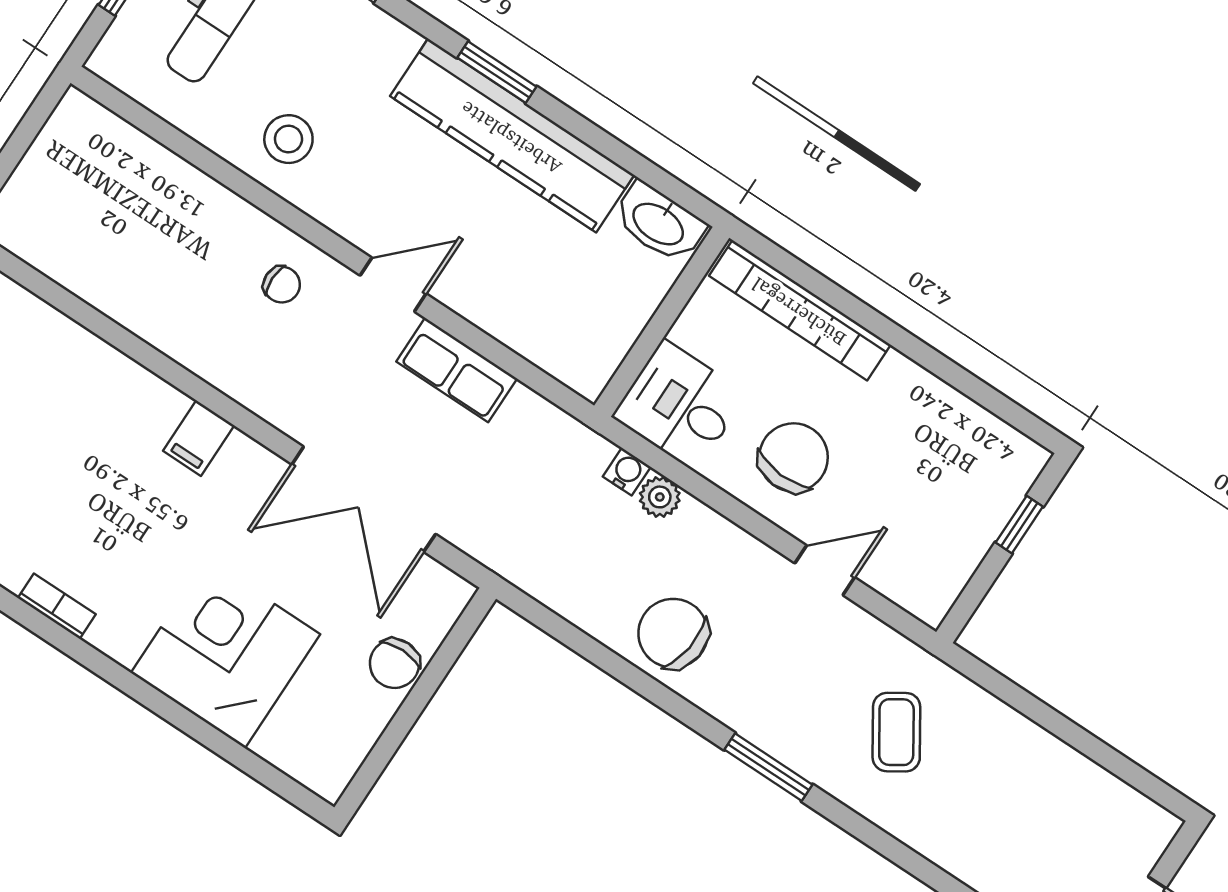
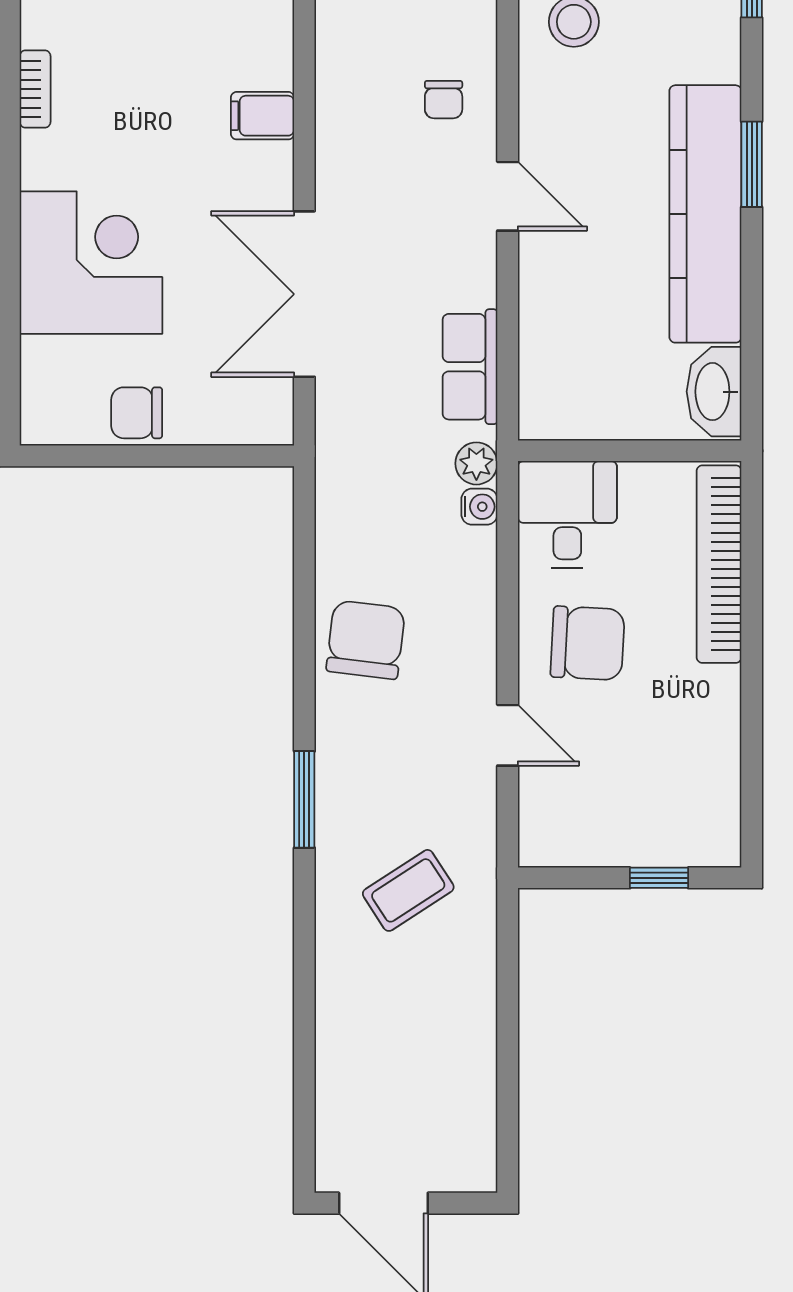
row of seats: (457, 370) -> (470, 367), moved
plant: (660, 497) -> (476, 463), moved
chair: (395, 664) -> (137, 413), moved

